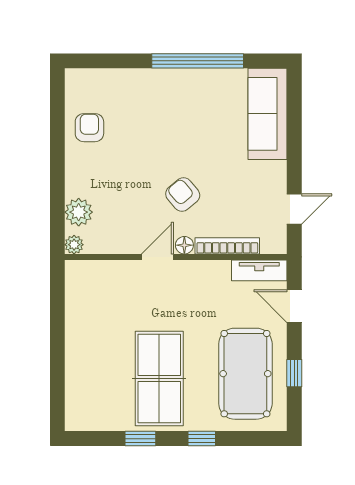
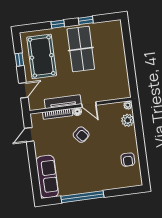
door: (157, 257) -> (89, 105), hinge flipped
tv unit: (259, 270) -> (63, 102), moved, width x1.41
door: (294, 306) -> (23, 90), hinge flipped

